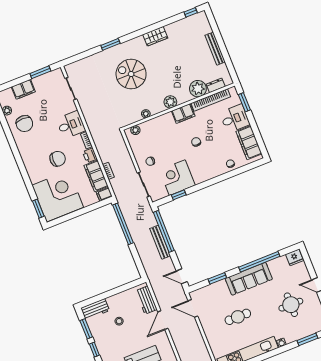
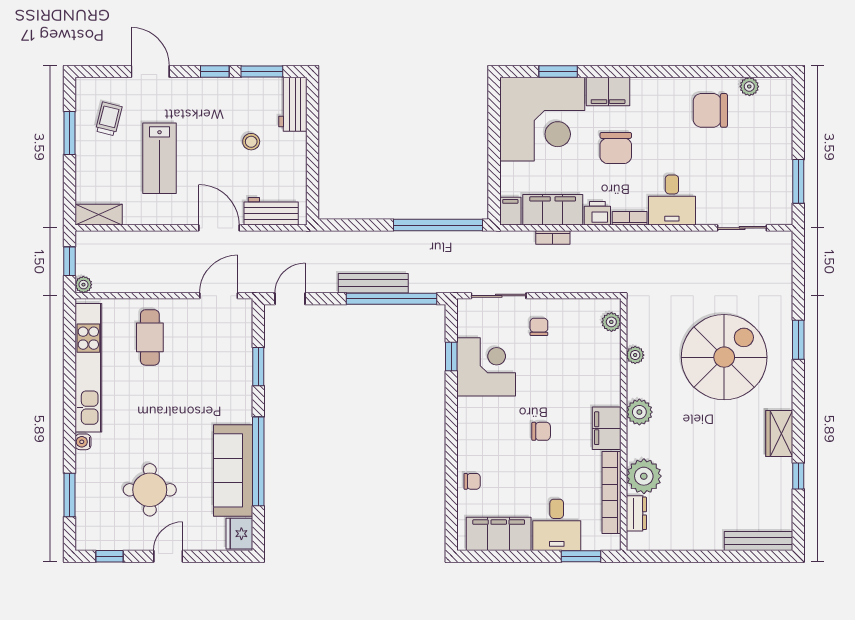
window: (191, 12) -> (798, 476), moved
bench: (215, 49) -> (758, 541), moved
spiral stairs: (131, 74) -> (724, 357), width x1.37, depth x1.37
filing cabinet: (23, 89) -> (608, 91), moved, turned -90
window: (38, 209) -> (558, 71), moved
sofa: (249, 279) -> (233, 470), moved
cafe table: (238, 317) -> (150, 337), moved

